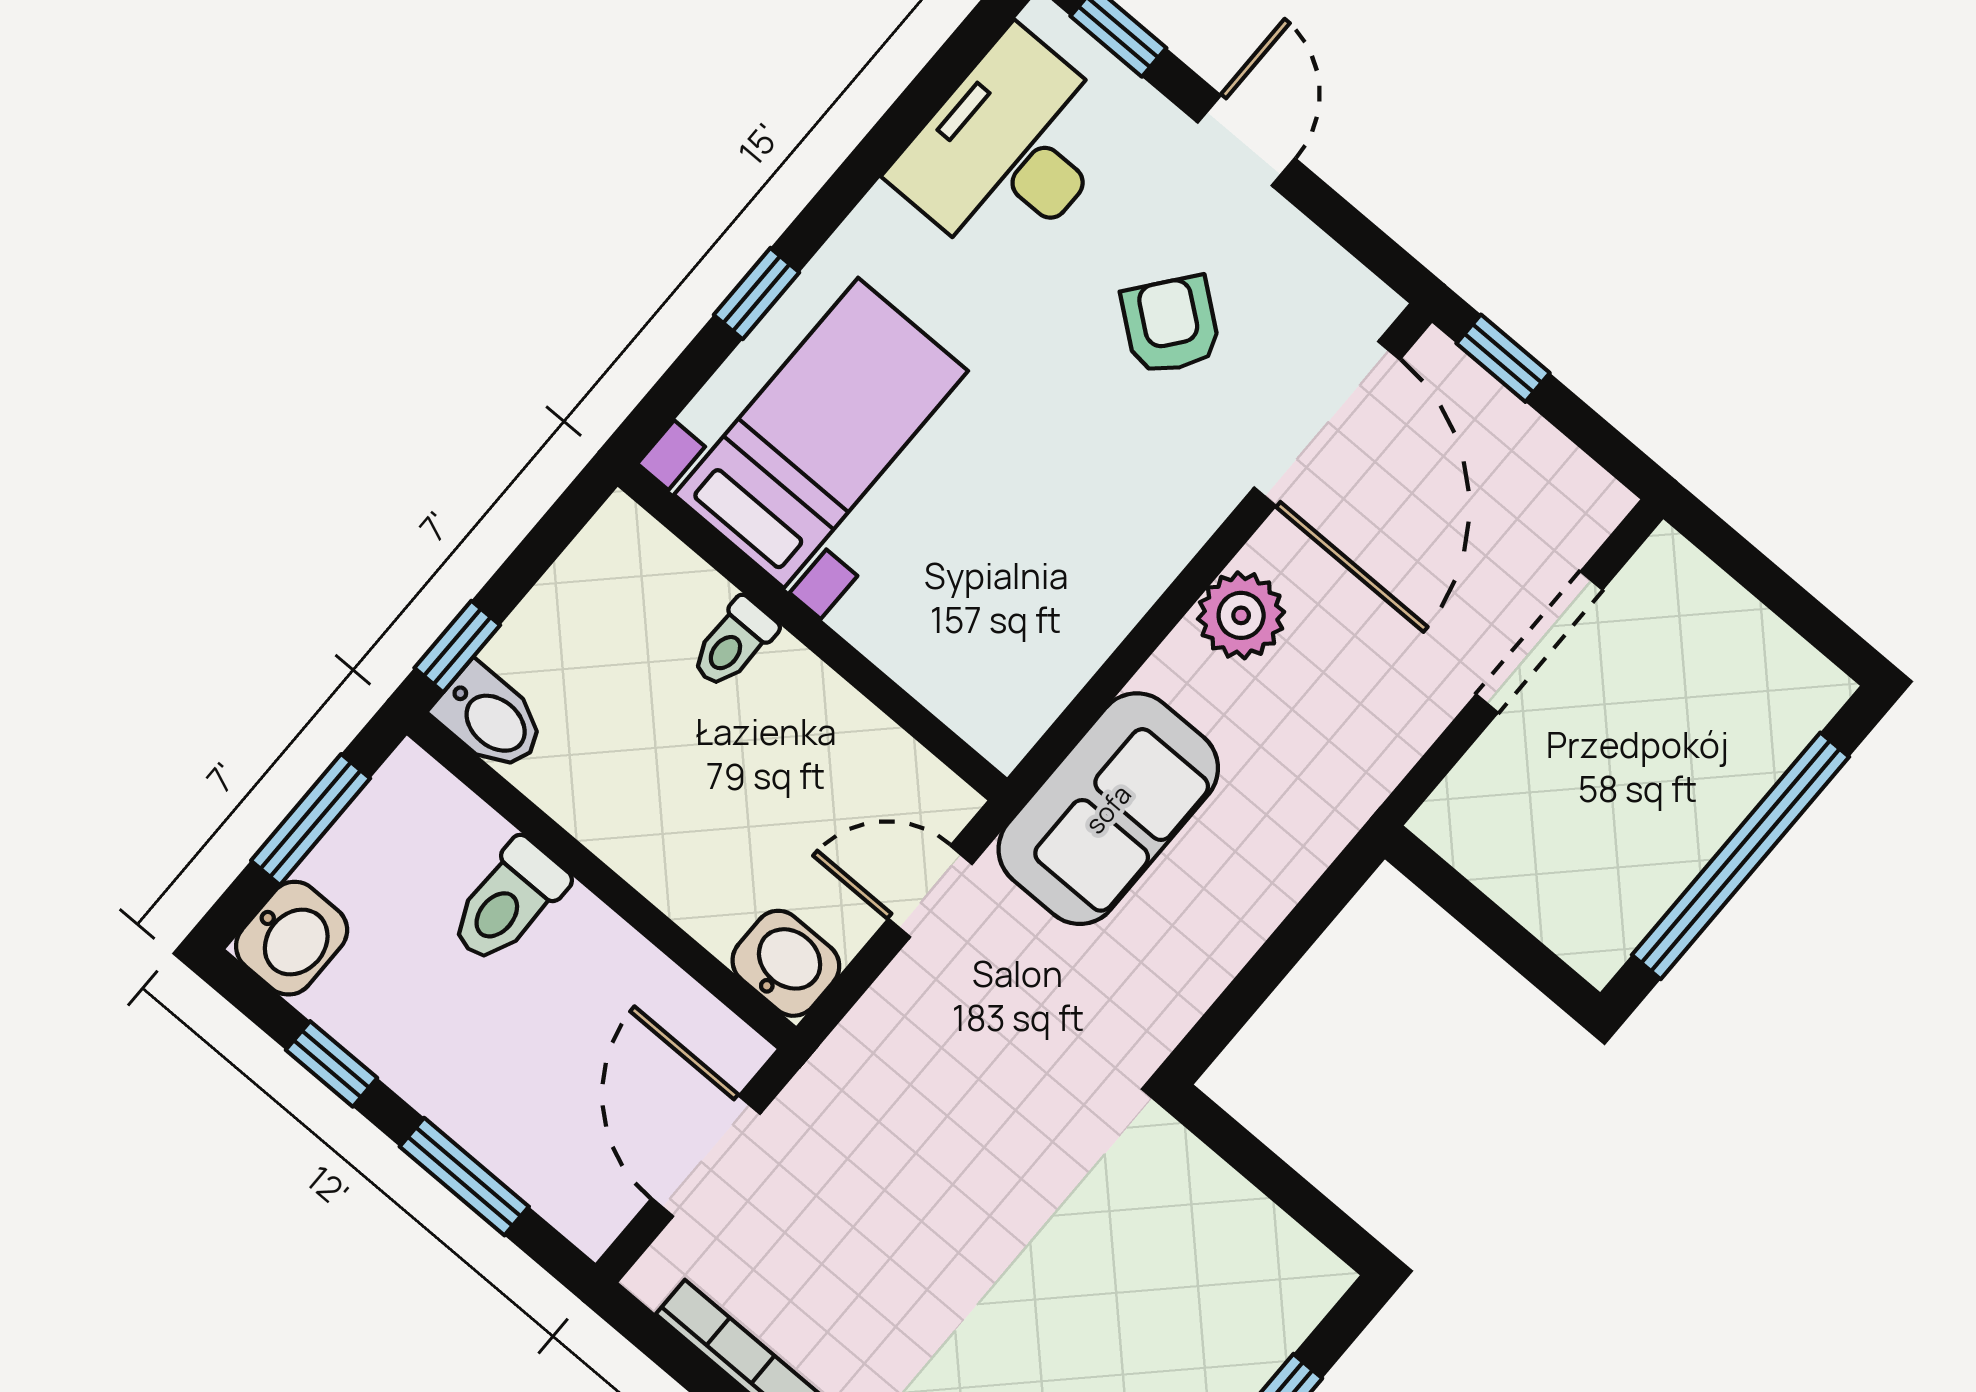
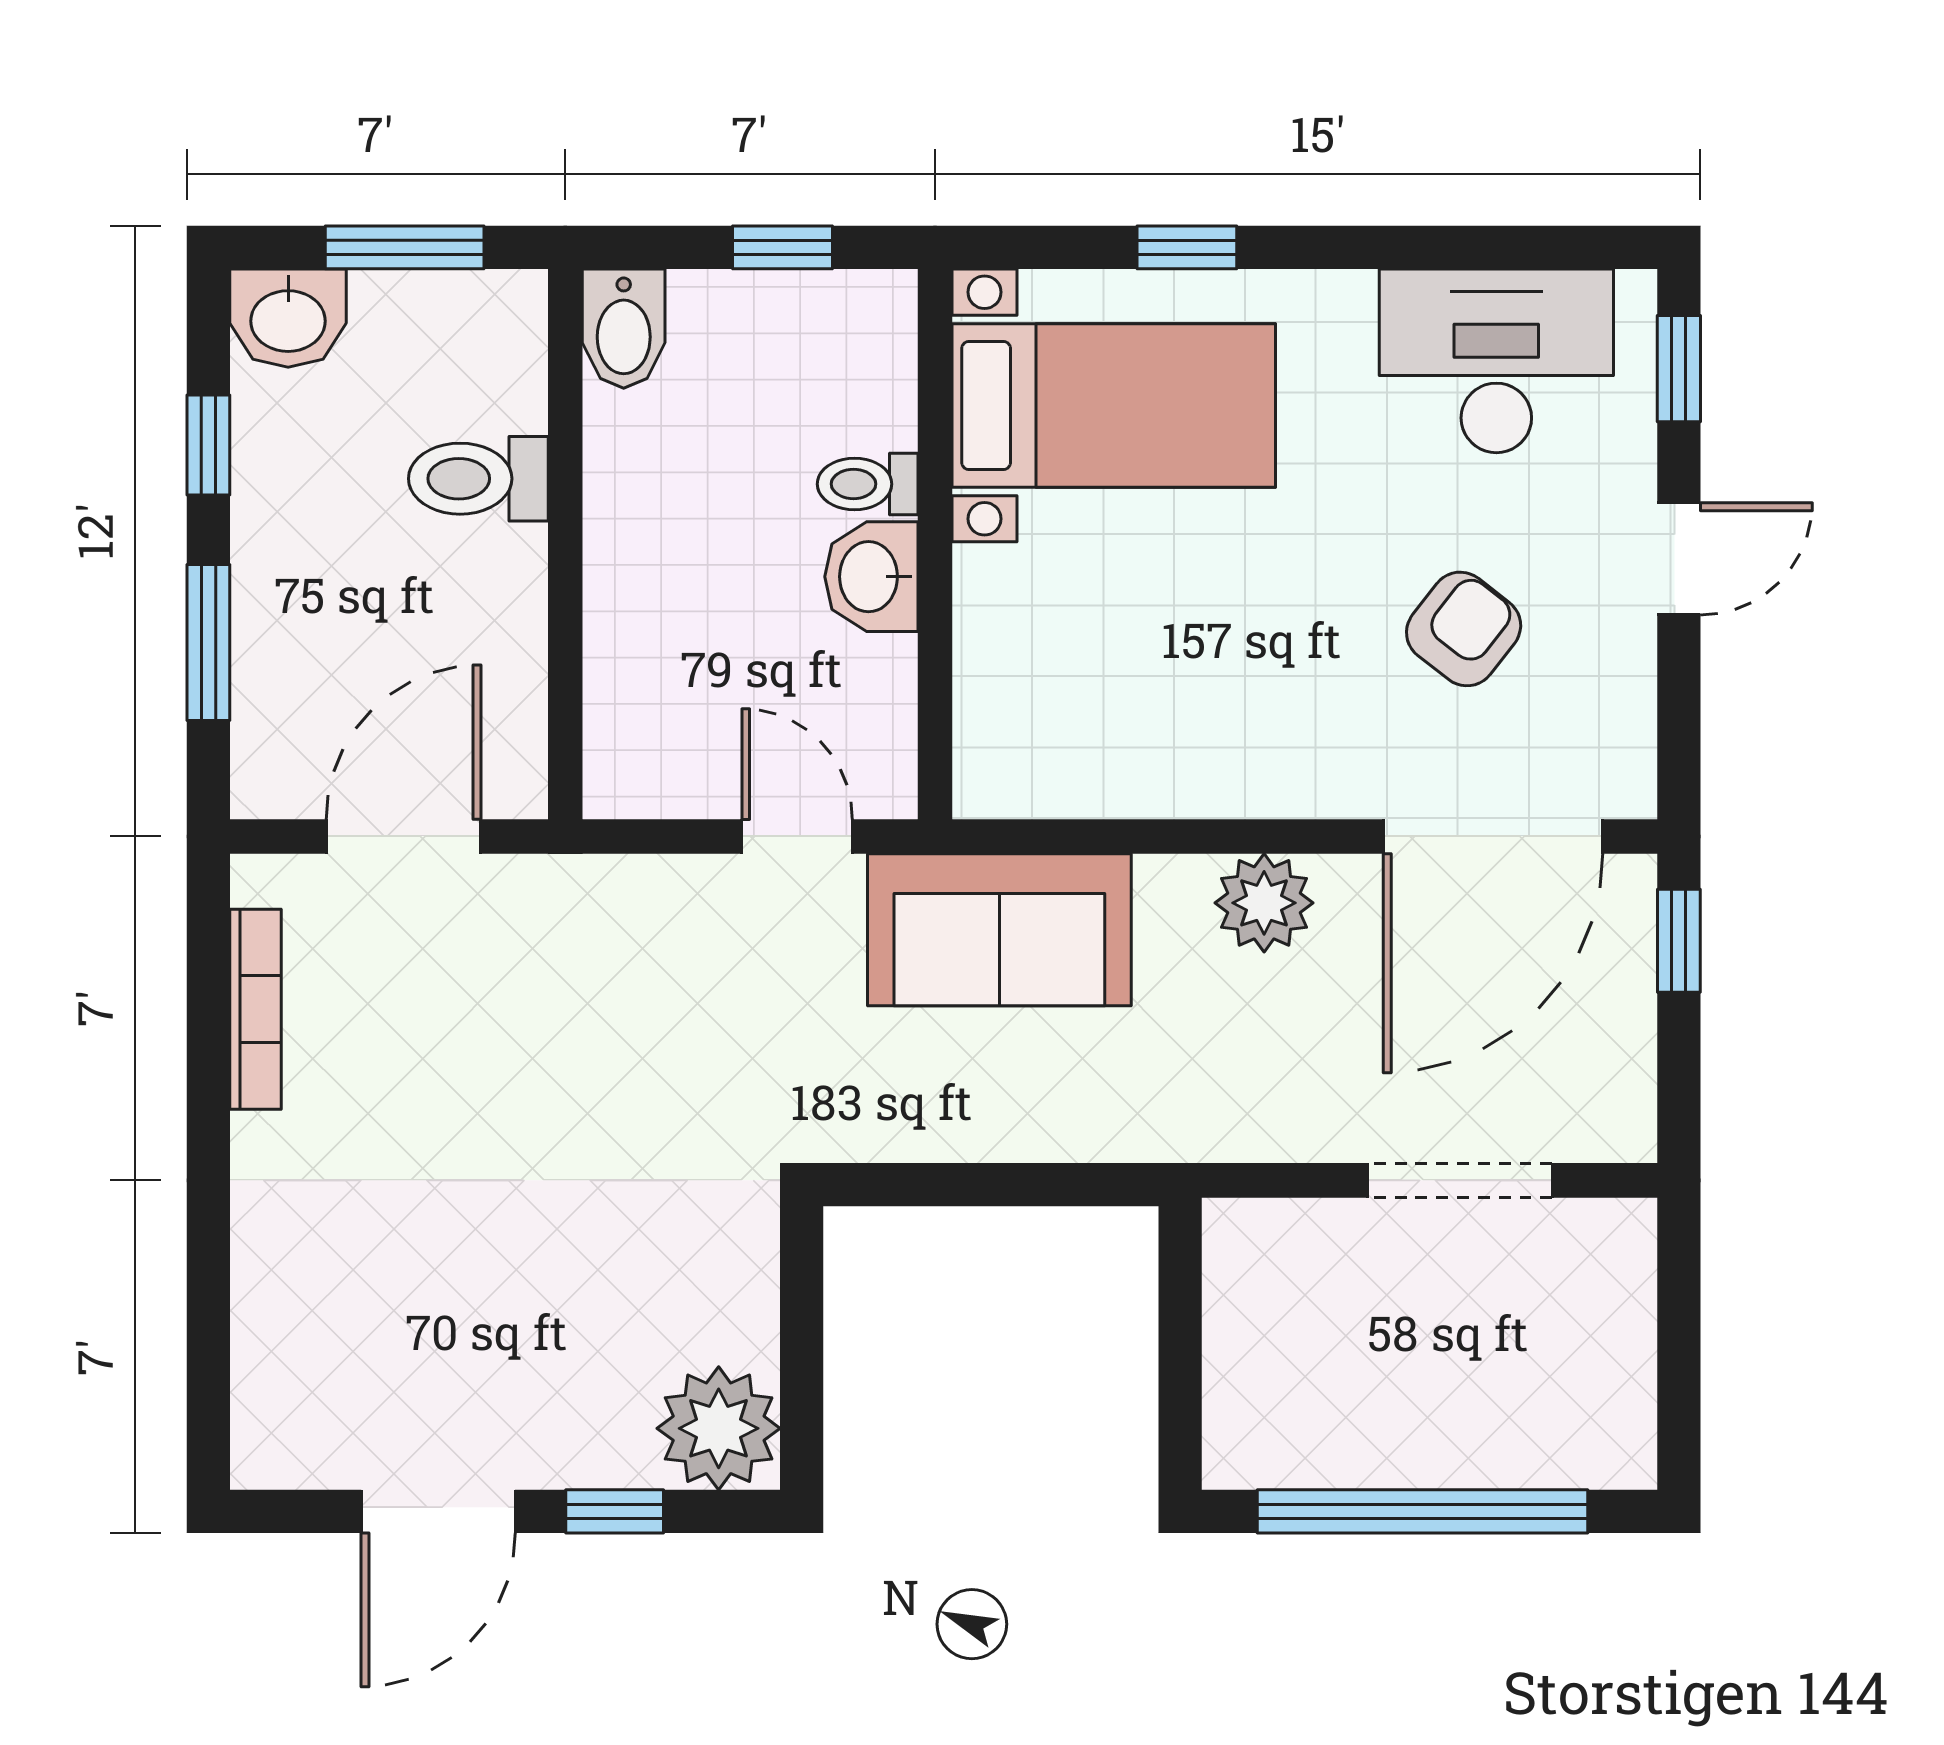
window: (457, 646) -> (782, 247), moved
washbasin: (786, 963) -> (871, 577), moved, turned 180
plant: (1283, 1282) -> (719, 1428), added

